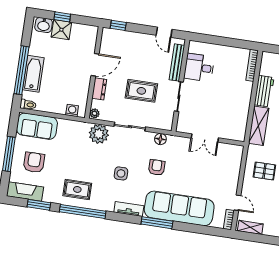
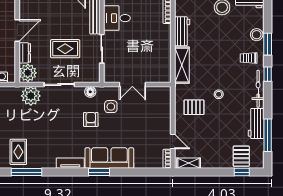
plant: (94, 113) -> (28, 73), width x1.87, depth x1.87
side table: (121, 173) -> (111, 107), moved
rug: (77, 189) -> (18, 152), turned 90
sofa: (179, 208) -> (109, 158), width x0.74, depth x0.79
window: (83, 211) -> (27, 172), width x0.68
window: (157, 223) -> (99, 172), width x0.69

